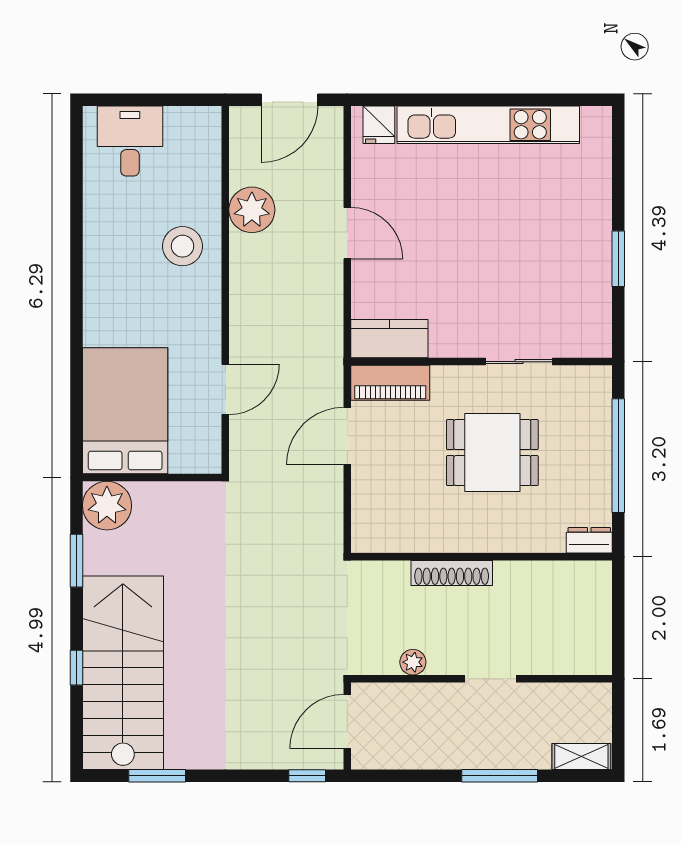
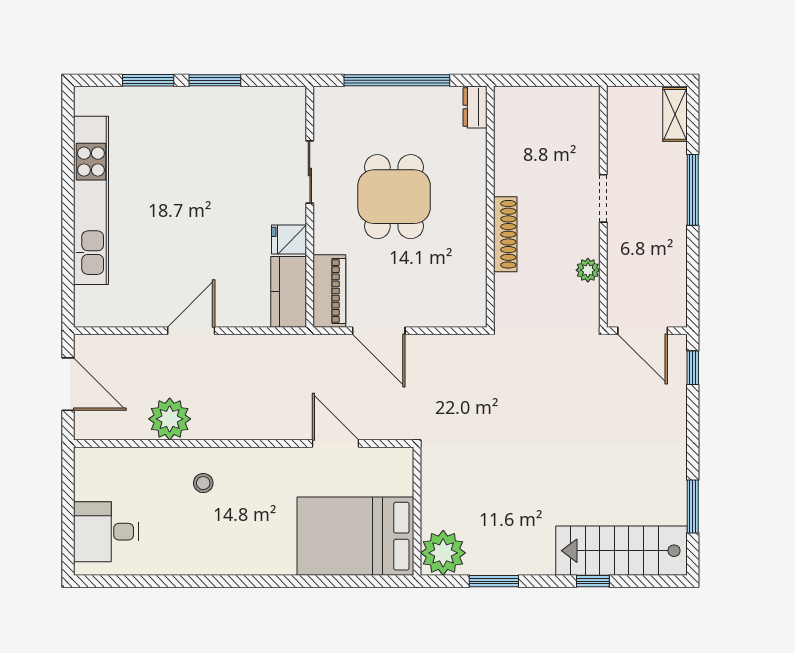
fridge: (379, 125) -> (289, 239), moved, turned 180
window: (618, 187) -> (148, 80), added
stool: (183, 246) -> (203, 483), width x0.53, depth x0.53
stairs: (123, 673) -> (621, 551), width x0.73, depth x0.66

